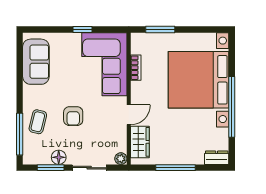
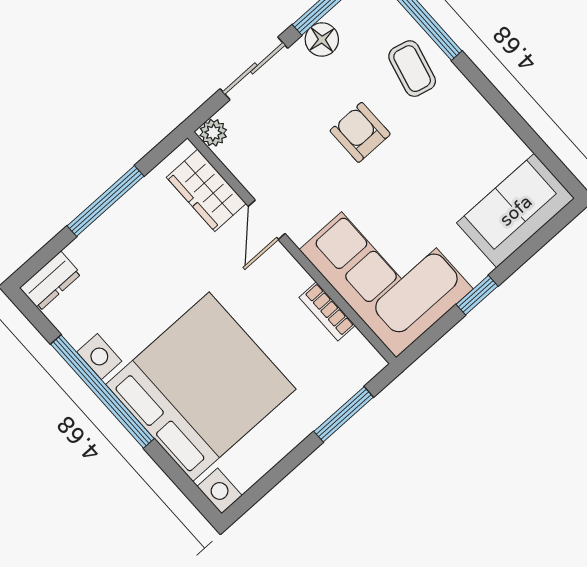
sofa: (36, 62) -> (516, 211), moved, turned 90

